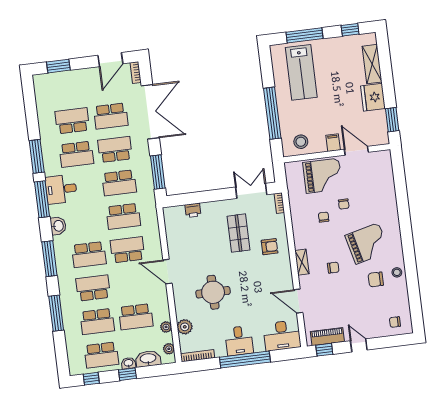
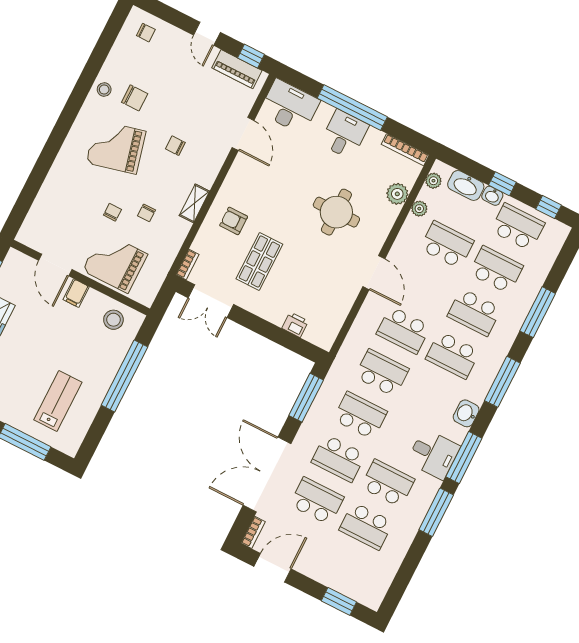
lab bench: (301, 72) -> (58, 401), width x0.73, depth x0.72
school desk: (89, 255) -> (453, 355), turned 180
shelving: (302, 262) -> (194, 203), moved

